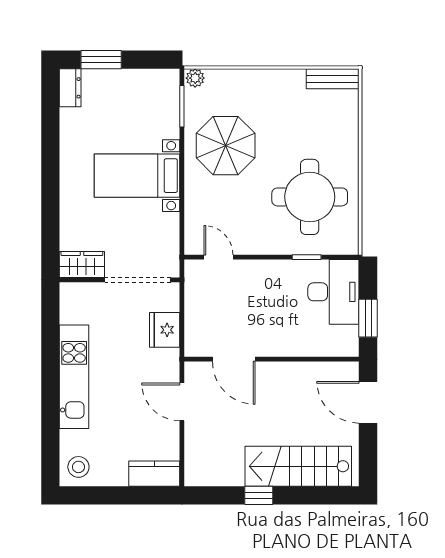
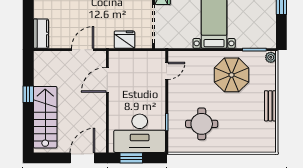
bench: (333, 79) -> (270, 106), moved
round table: (310, 197) -> (202, 124), width x0.73, depth x0.73
desk: (333, 292) -> (140, 133), width x1.36, depth x1.30

